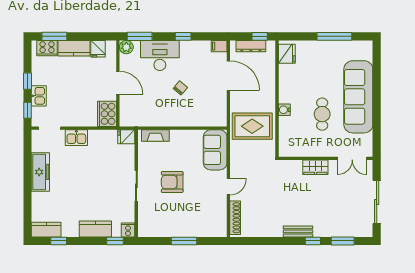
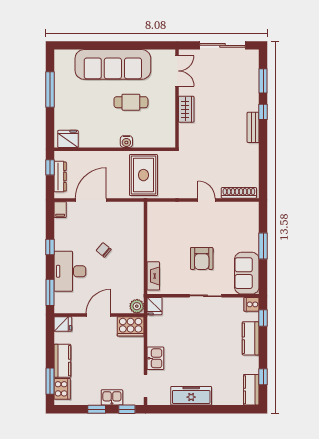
plant: (126, 47) -> (137, 306), moved
fridge: (98, 49) -> (63, 324), moved
sofa: (215, 150) -> (247, 273), moved, turned 90

